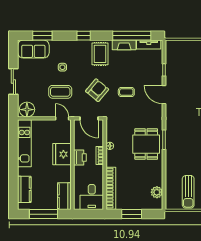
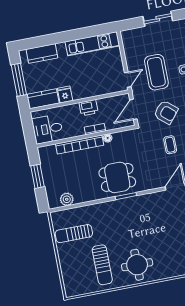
coffee table: (60, 92) -> (156, 72), width x1.36, depth x1.32
floor lamp: (27, 110) -> (130, 40), removed
fridge: (62, 154) -> (65, 95), moved, width x0.53, depth x0.75
bookcase: (111, 188) -> (80, 145), moved

